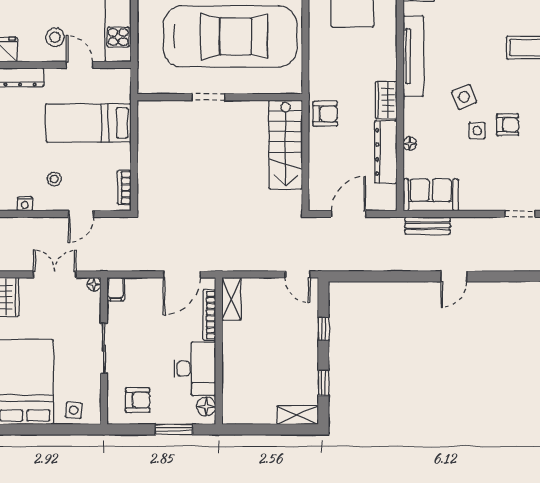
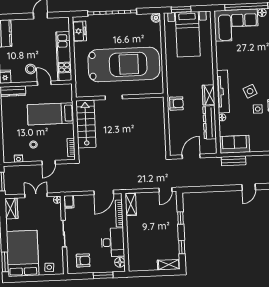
tv unit: (413, 56) -> (223, 92), moved
stairs: (286, 145) -> (86, 124), moved, turned 180
door: (298, 274) -> (165, 190), hinge flipped

